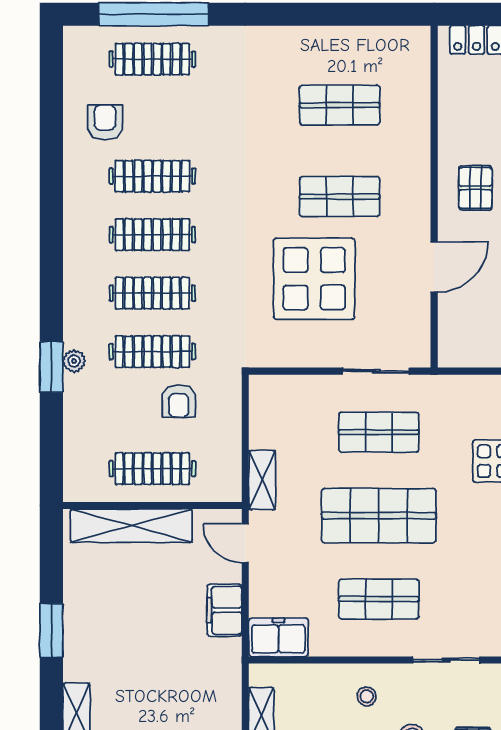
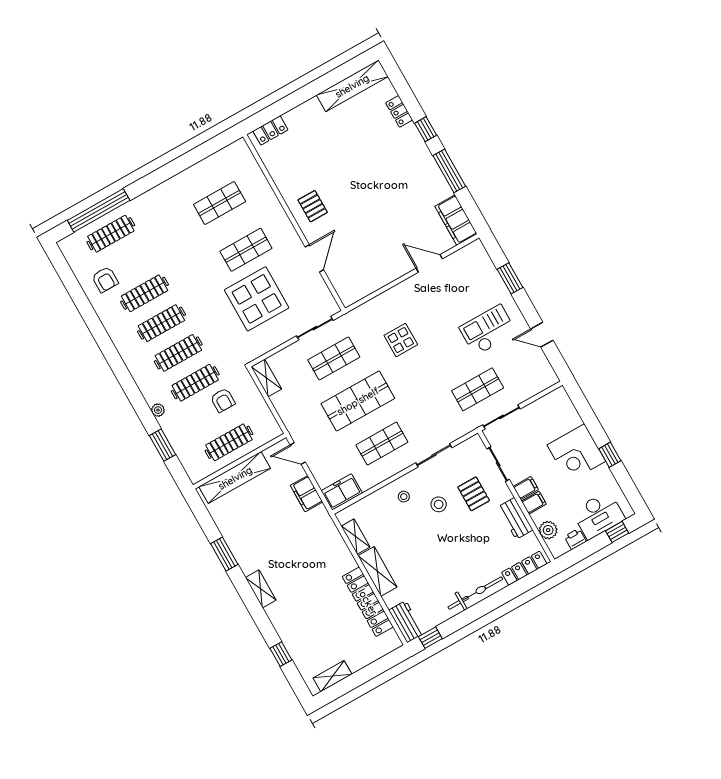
armchair: (105, 122) -> (105, 280), turned 180
window: (51, 367) -> (163, 445), moved
shelving: (262, 480) -> (266, 378), moved

